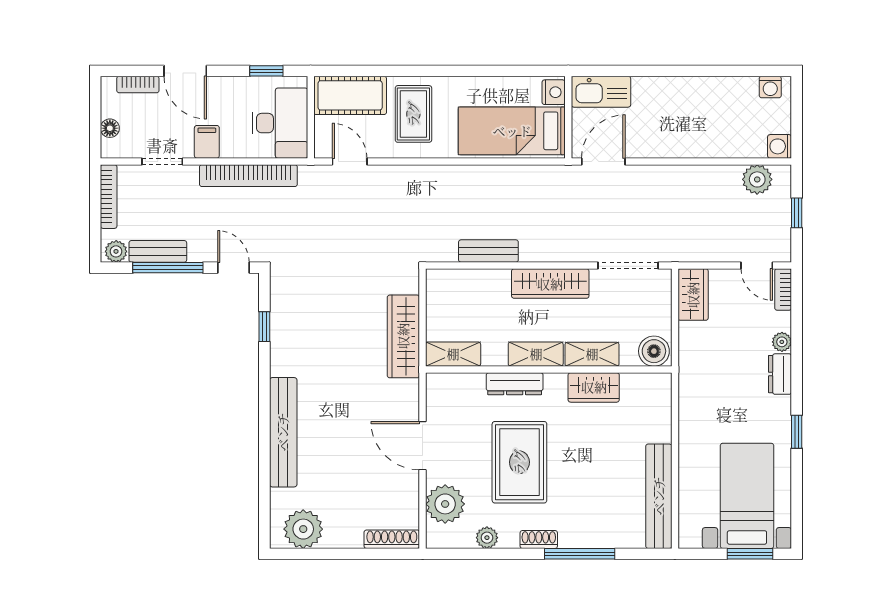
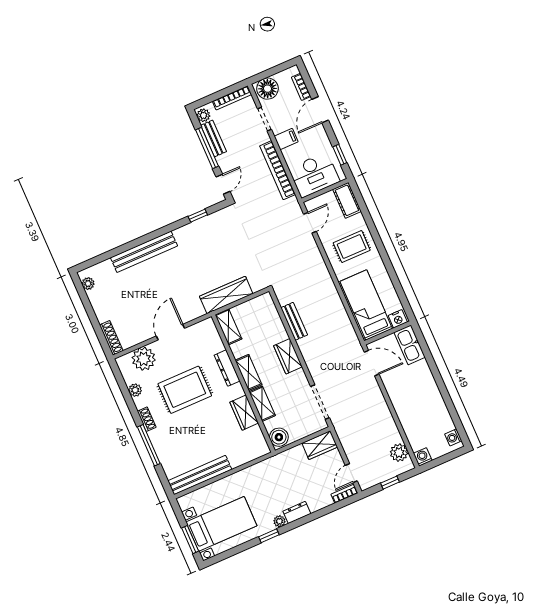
cot: (350, 95) -> (347, 200), width x0.73, depth x0.75
floor lamp: (110, 128) -> (267, 89), width x1.89, depth x1.89
wardrobe: (550, 284) -> (288, 356), width x0.67
plant: (782, 342) -> (279, 521), moved
plant: (303, 529) -> (88, 284), width x0.53, depth x0.53

